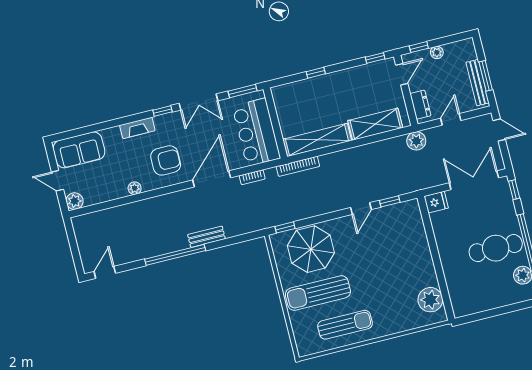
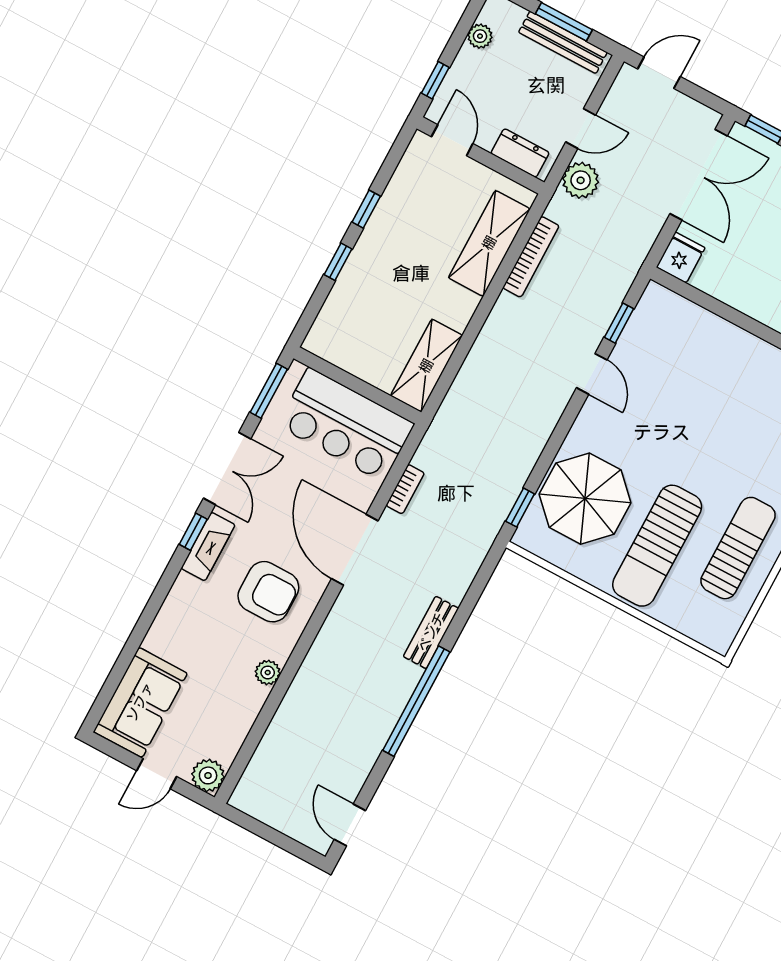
plant: (437, 52) -> (480, 36), moved
window: (375, 58) -> (366, 209), moved
door: (451, 119) -> (581, 129), swing flipped
fireplace: (137, 128) -> (208, 547), moved
shelving: (317, 140) -> (426, 366), width x0.68
plant: (416, 141) -> (581, 180), moved
armchair: (166, 160) -> (268, 592), turned 90
bookcase: (298, 166) -> (531, 257), moved
double door: (474, 180) -> (699, 175), swing flipped

